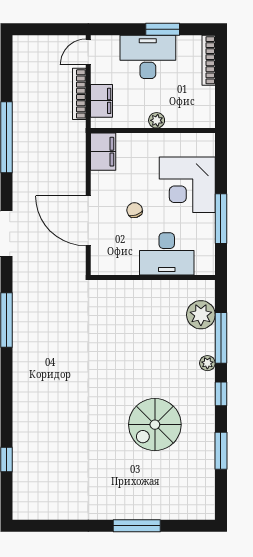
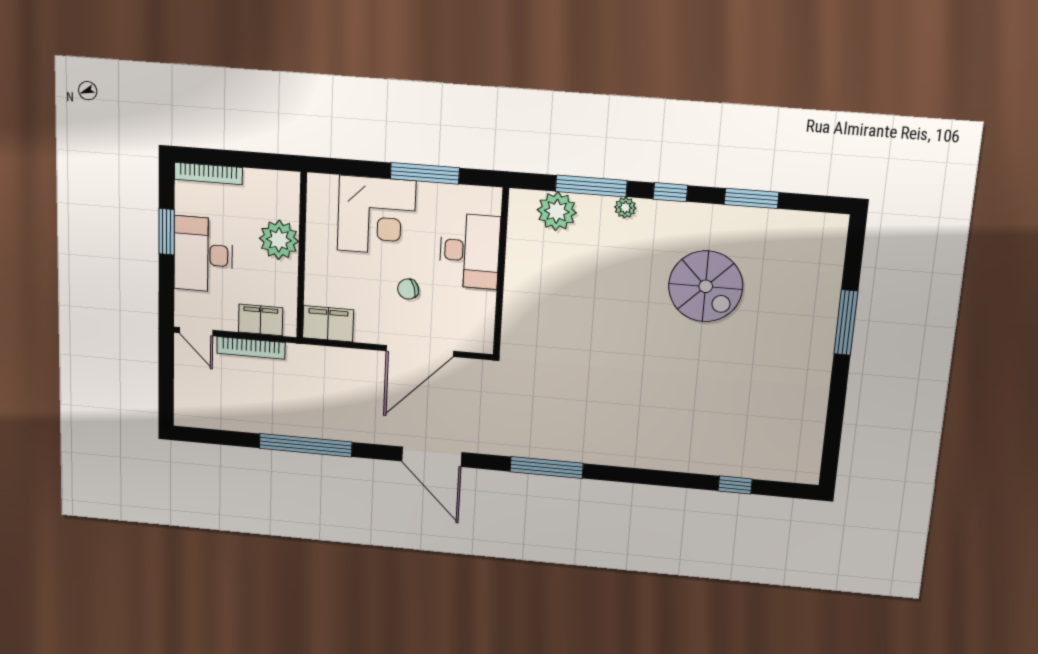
plant: (157, 120) -> (279, 240), width x1.88, depth x1.88

